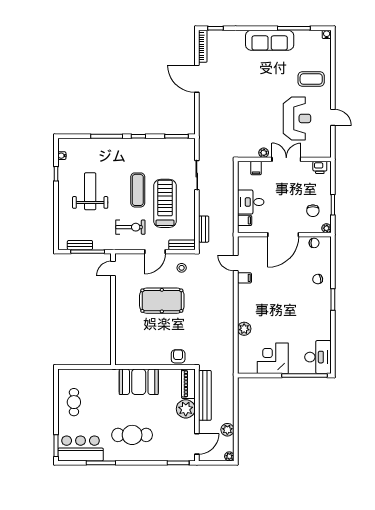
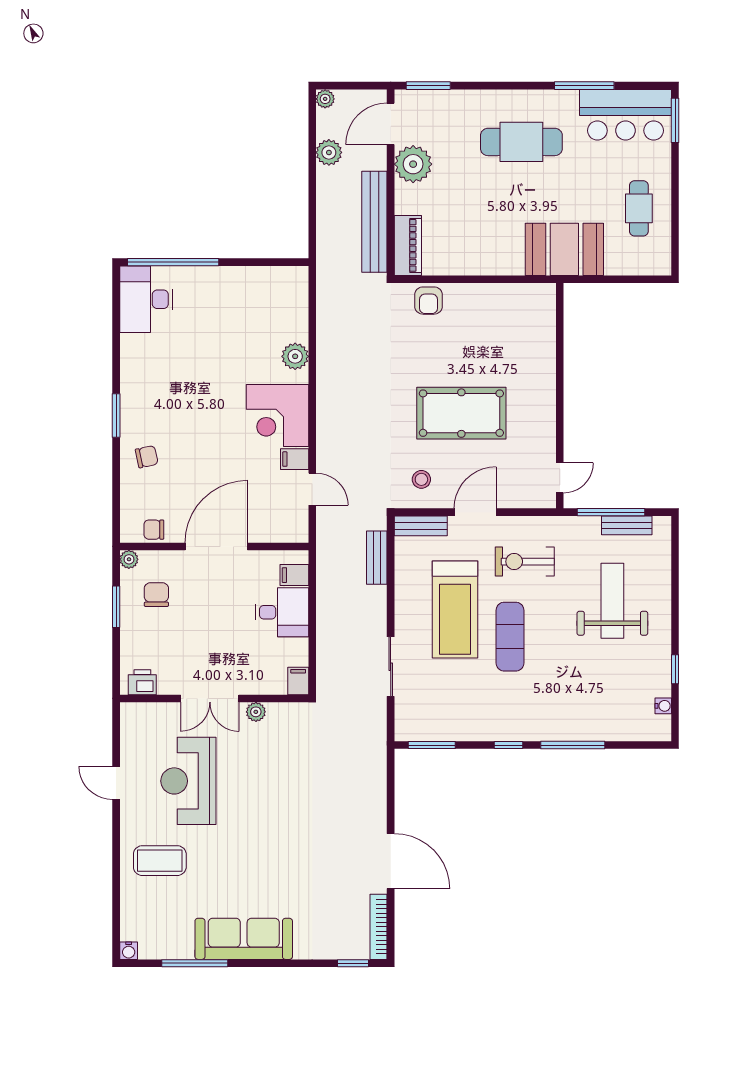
filing cabinet: (256, 168) -> (298, 681), moved
weight bench: (90, 191) -> (612, 601), moved, turned 180
corner desk: (273, 358) -> (277, 416), moved, turned 90
booth: (139, 382) -> (564, 249), moved
plant: (186, 409) -> (413, 164), moved

